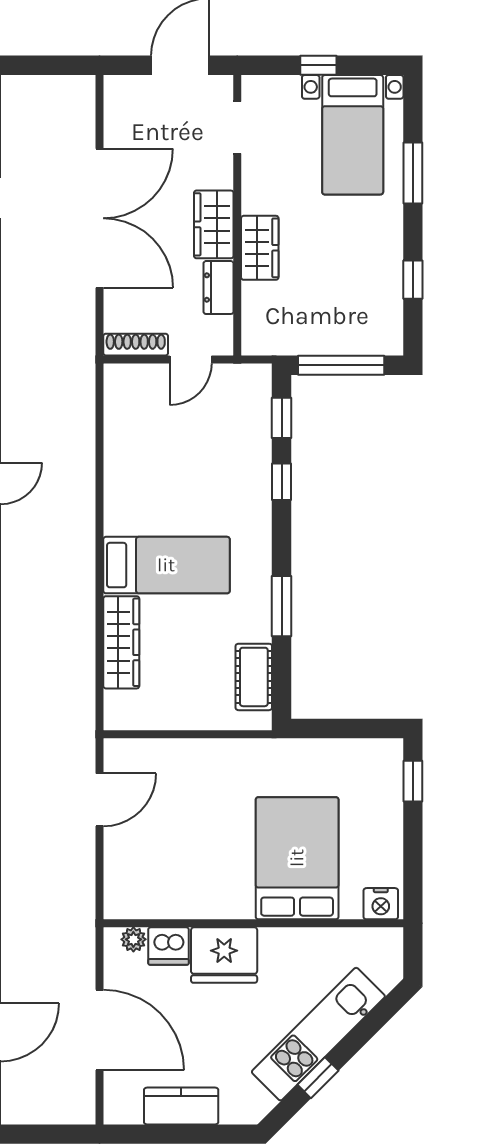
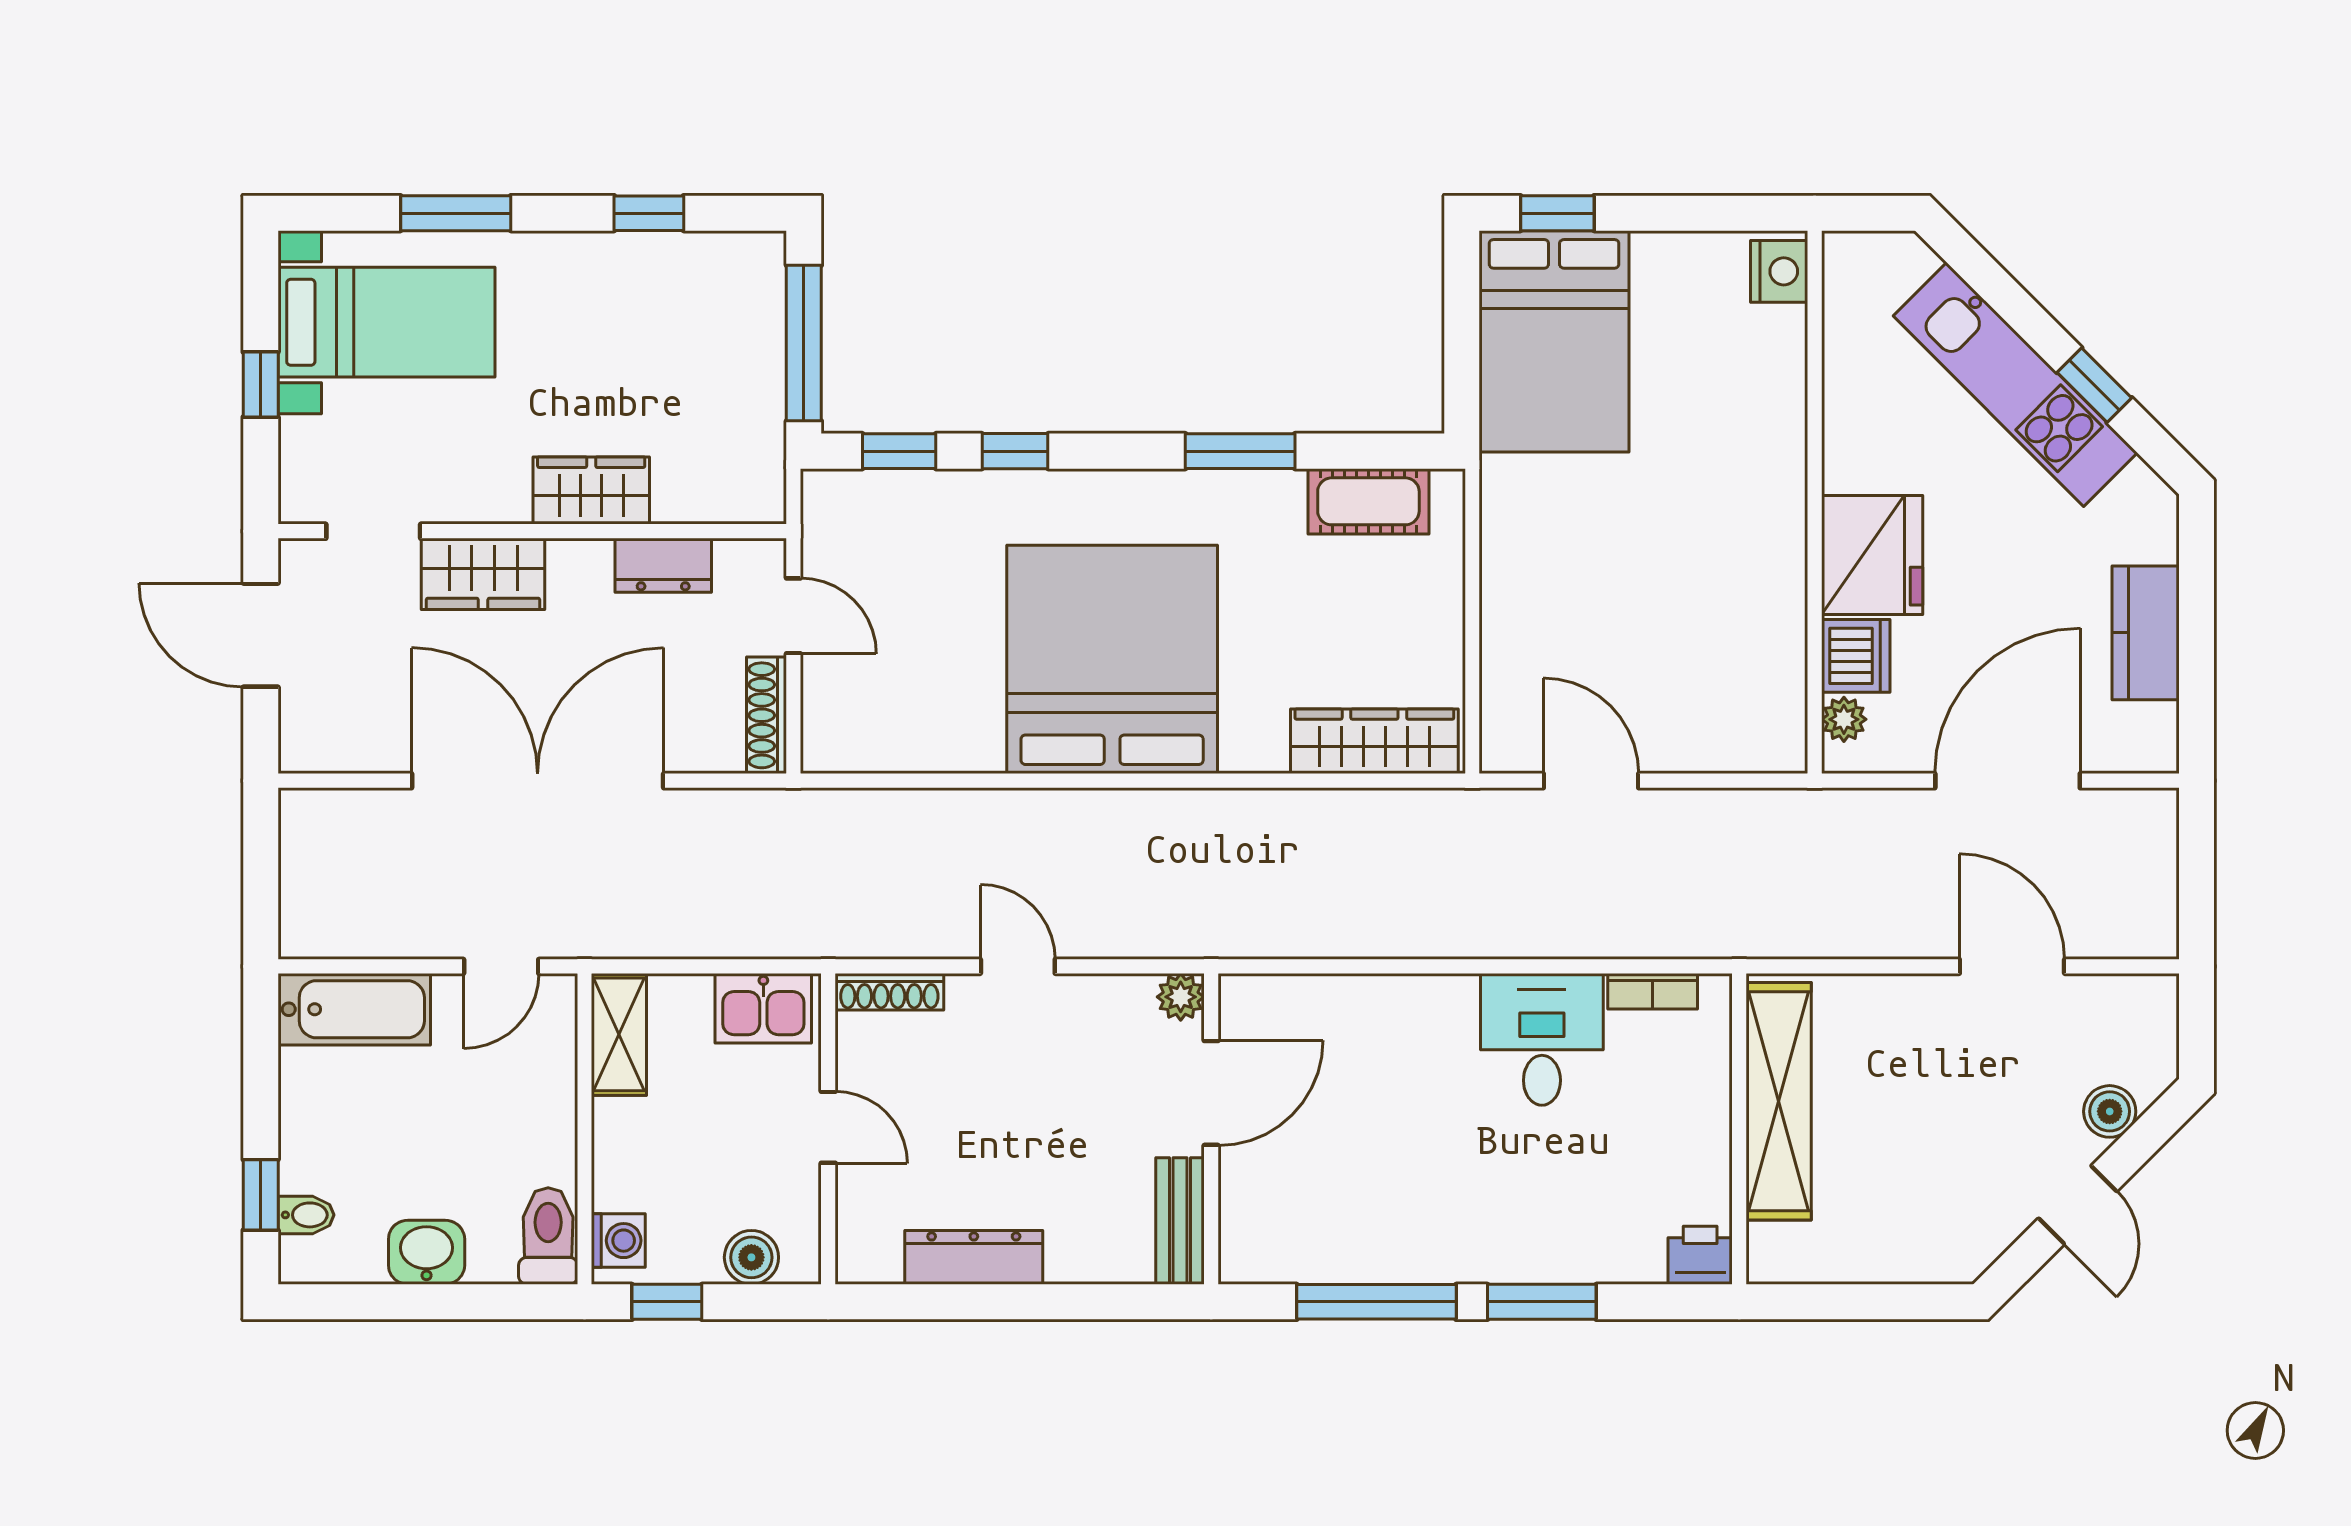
wardrobe: (214, 224) -> (483, 574), moved
bed: (166, 565) -> (1112, 659), width x2.04
wardrobe: (121, 642) -> (1374, 741), moved
bed: (297, 858) -> (1554, 341), moved, turned -90

